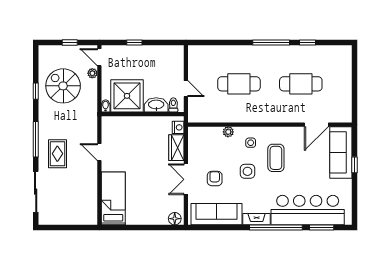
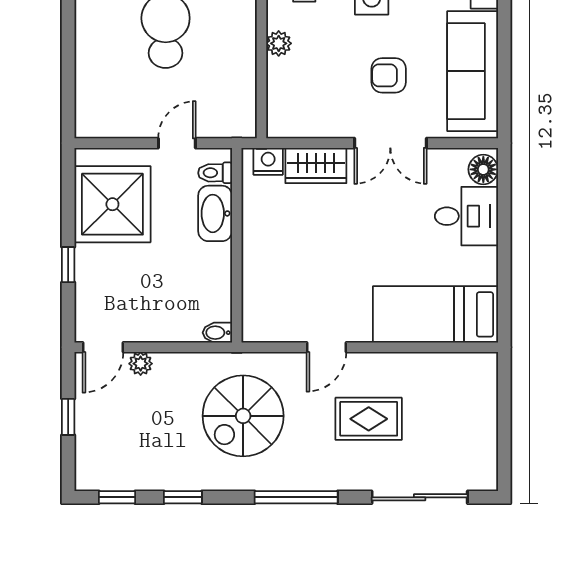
window: (36, 63) -> (117, 497), added
spiral stairs: (63, 86) -> (243, 416), moved
shower: (127, 96) -> (112, 204), moved
rug: (57, 154) -> (369, 419), moved
desk: (155, 212) -> (466, 216), added

